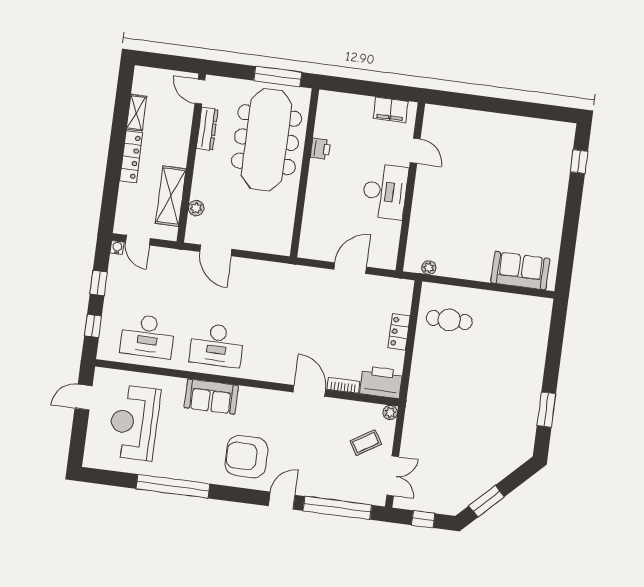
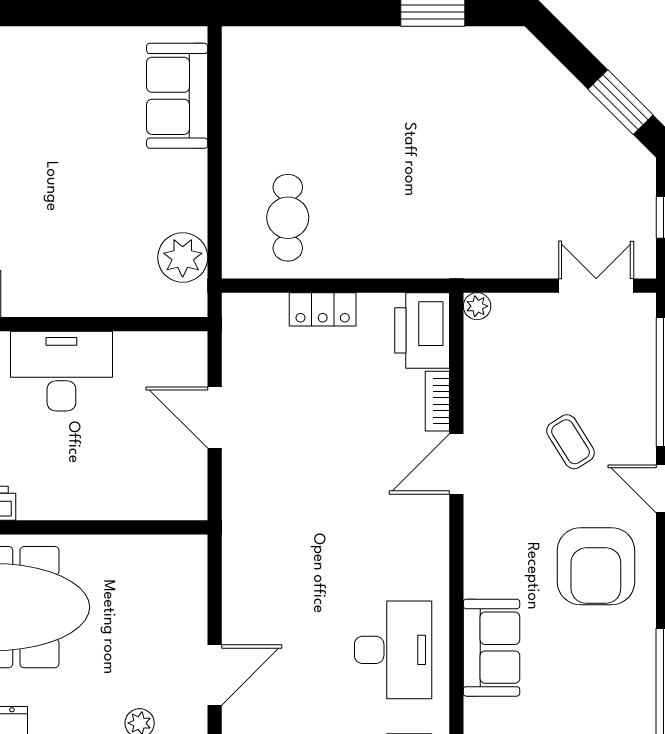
plant: (429, 268) -> (183, 258), width x1.87, depth x1.87
coffee table: (366, 443) -> (571, 442), moved

